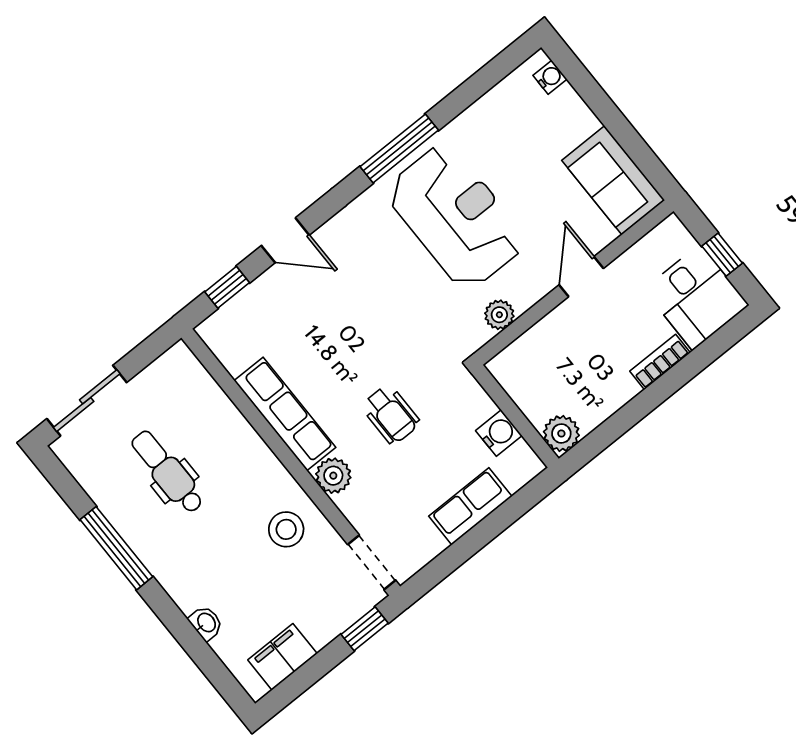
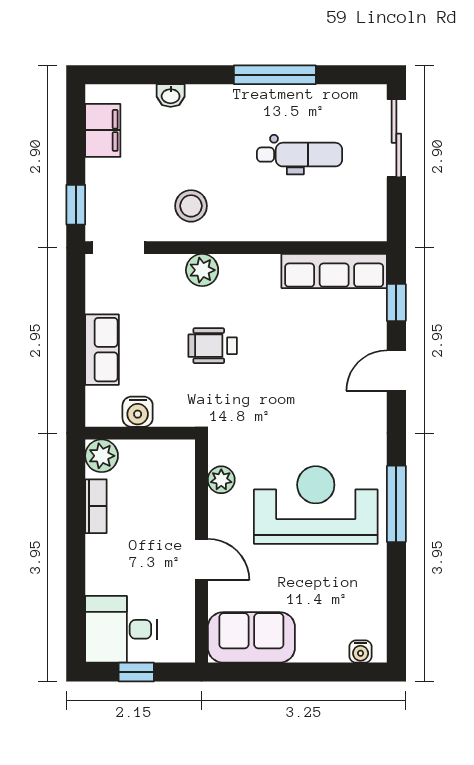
reception desk: (456, 217) -> (316, 505), turned 180
bookcase: (660, 362) -> (96, 506), moved
row of seats: (285, 414) -> (334, 271), moved

